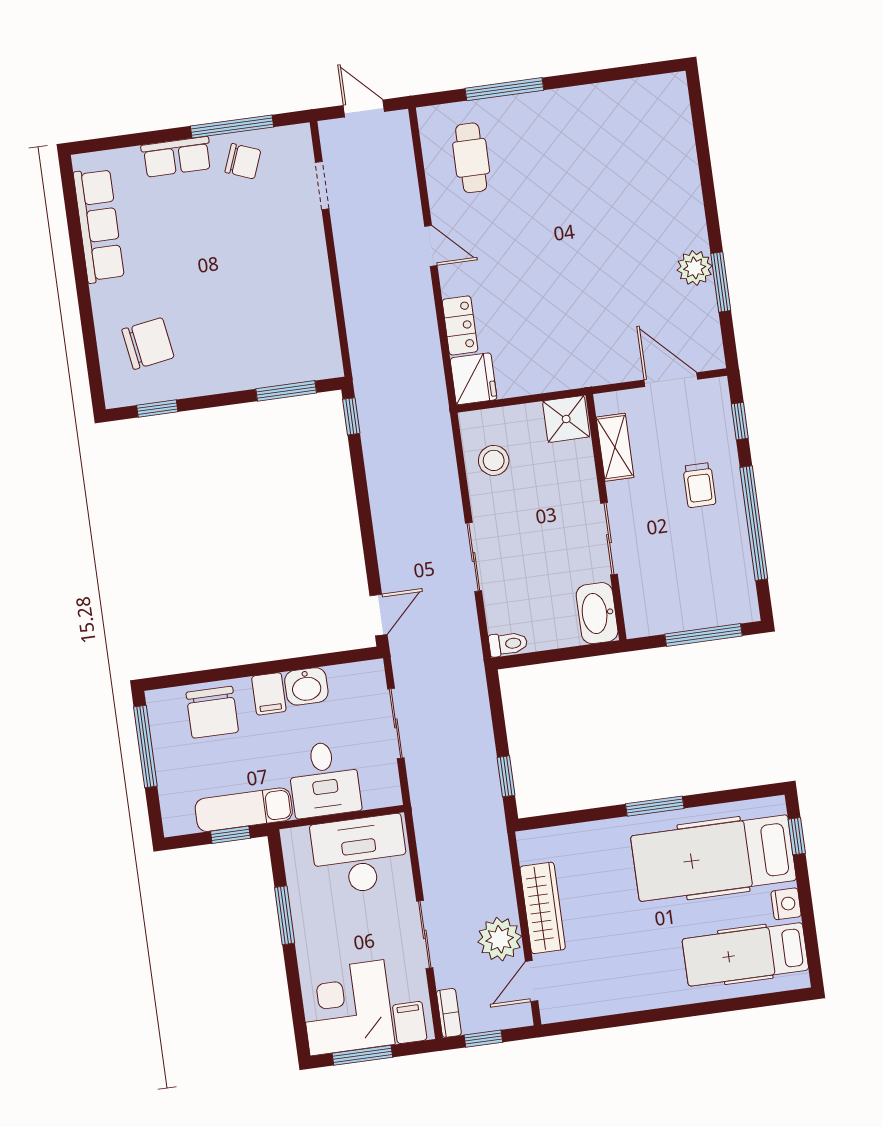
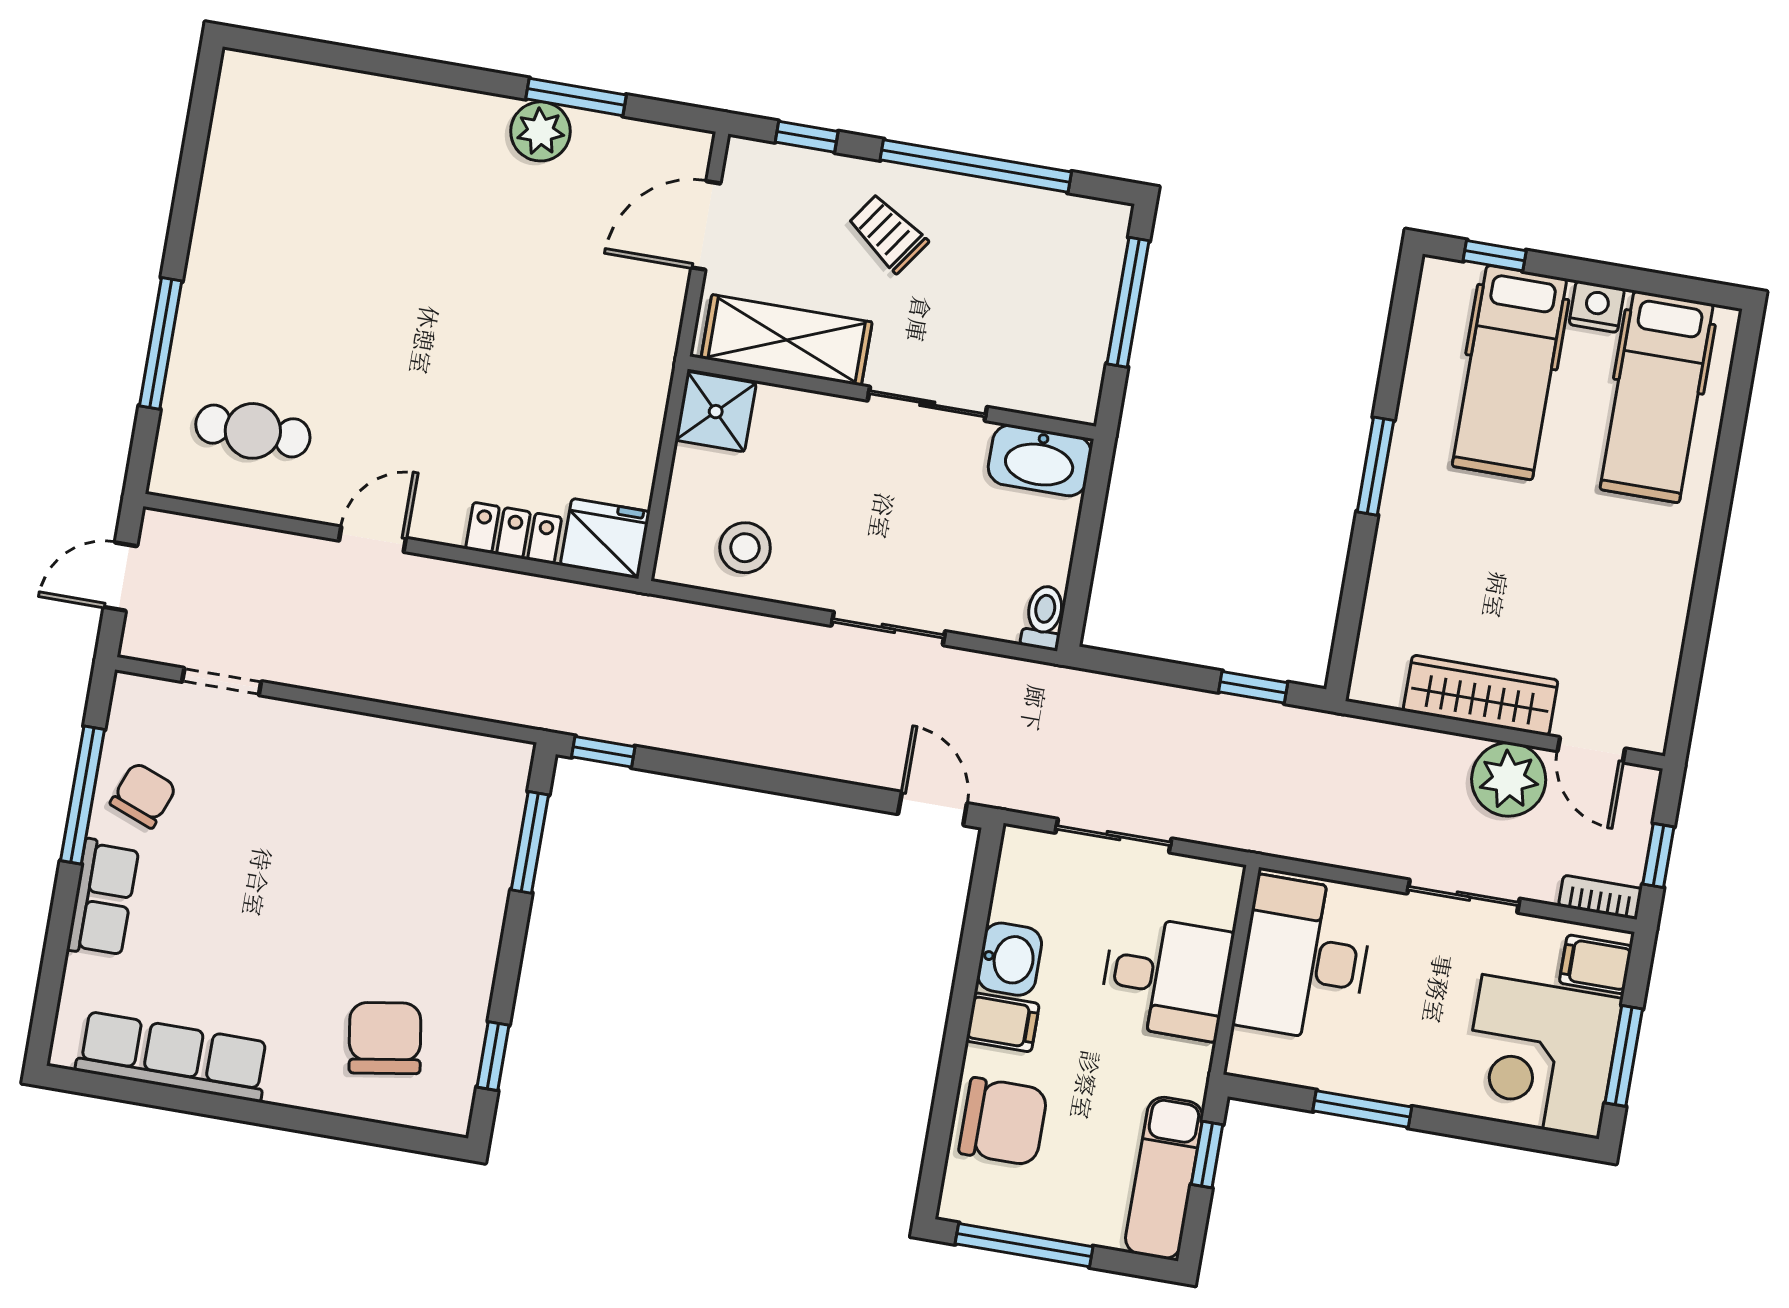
shelving: (615, 447) -> (787, 340), width x1.50, depth x1.33
trolley: (699, 485) -> (888, 233), turned -145
exam couch: (244, 810) -> (1164, 1178), moved
hospital bed: (713, 858) -> (1509, 372), width x0.73, depth x0.78

